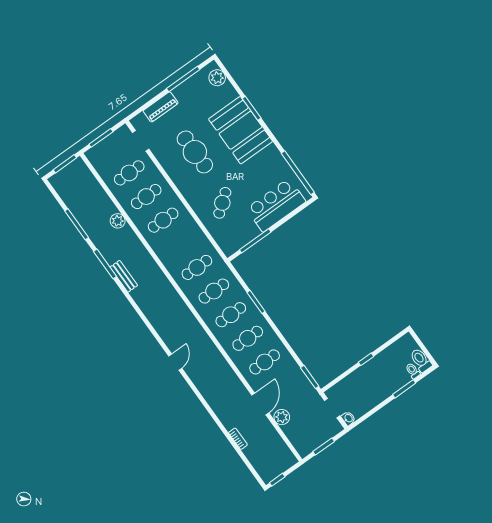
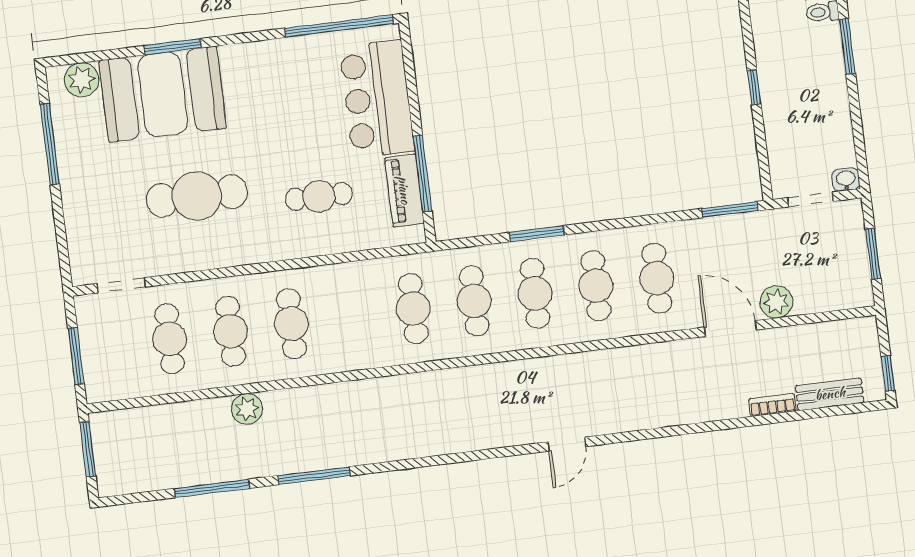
piano: (161, 107) -> (404, 190), moved, turned 180
booth: (241, 130) -> (163, 94), moved
cafe table: (222, 203) -> (319, 196), turned -52
bench: (124, 276) -> (830, 394), moved
door: (175, 362) -> (567, 444), swing flipped

